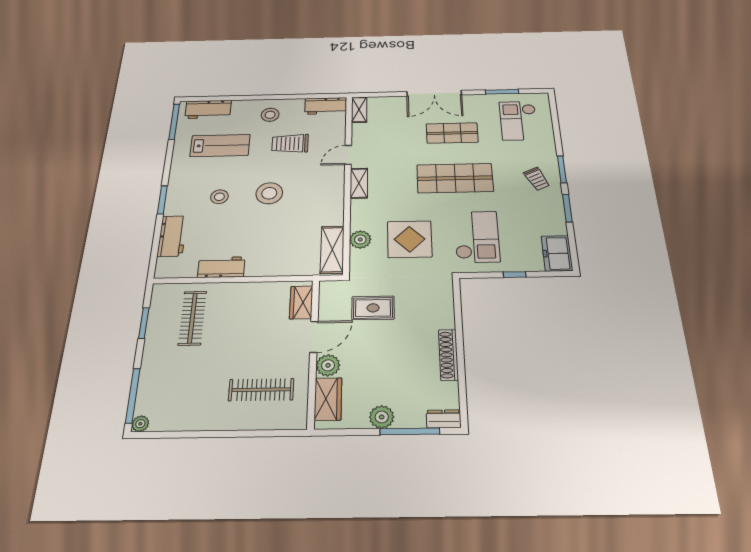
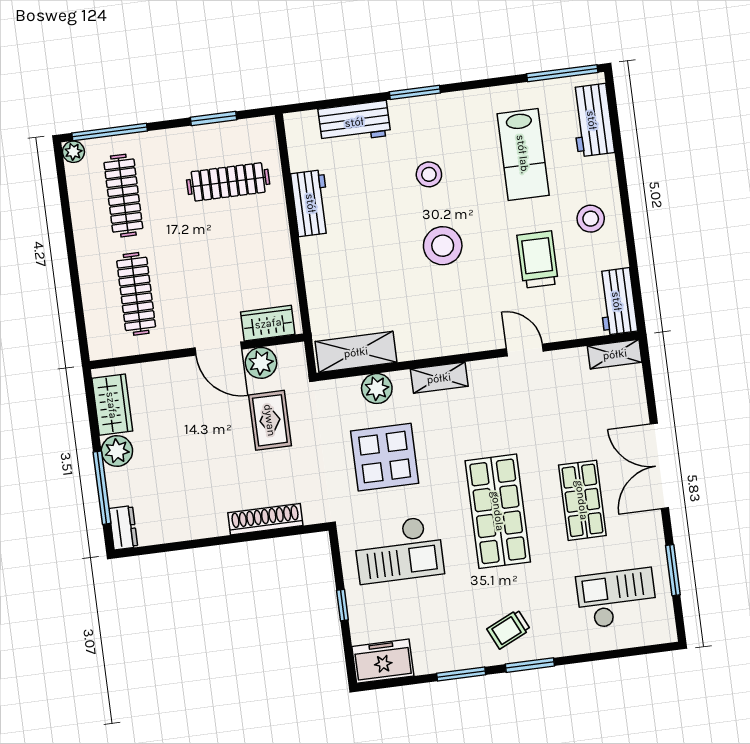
shelving: (359, 183) -> (439, 378), moved
shoe rack: (448, 355) -> (265, 519), moved
plant: (328, 365) -> (261, 363), moved
clothes rail: (184, 391) -> (123, 196), added
wardrobe: (328, 399) -> (112, 405), moved, turned -90

